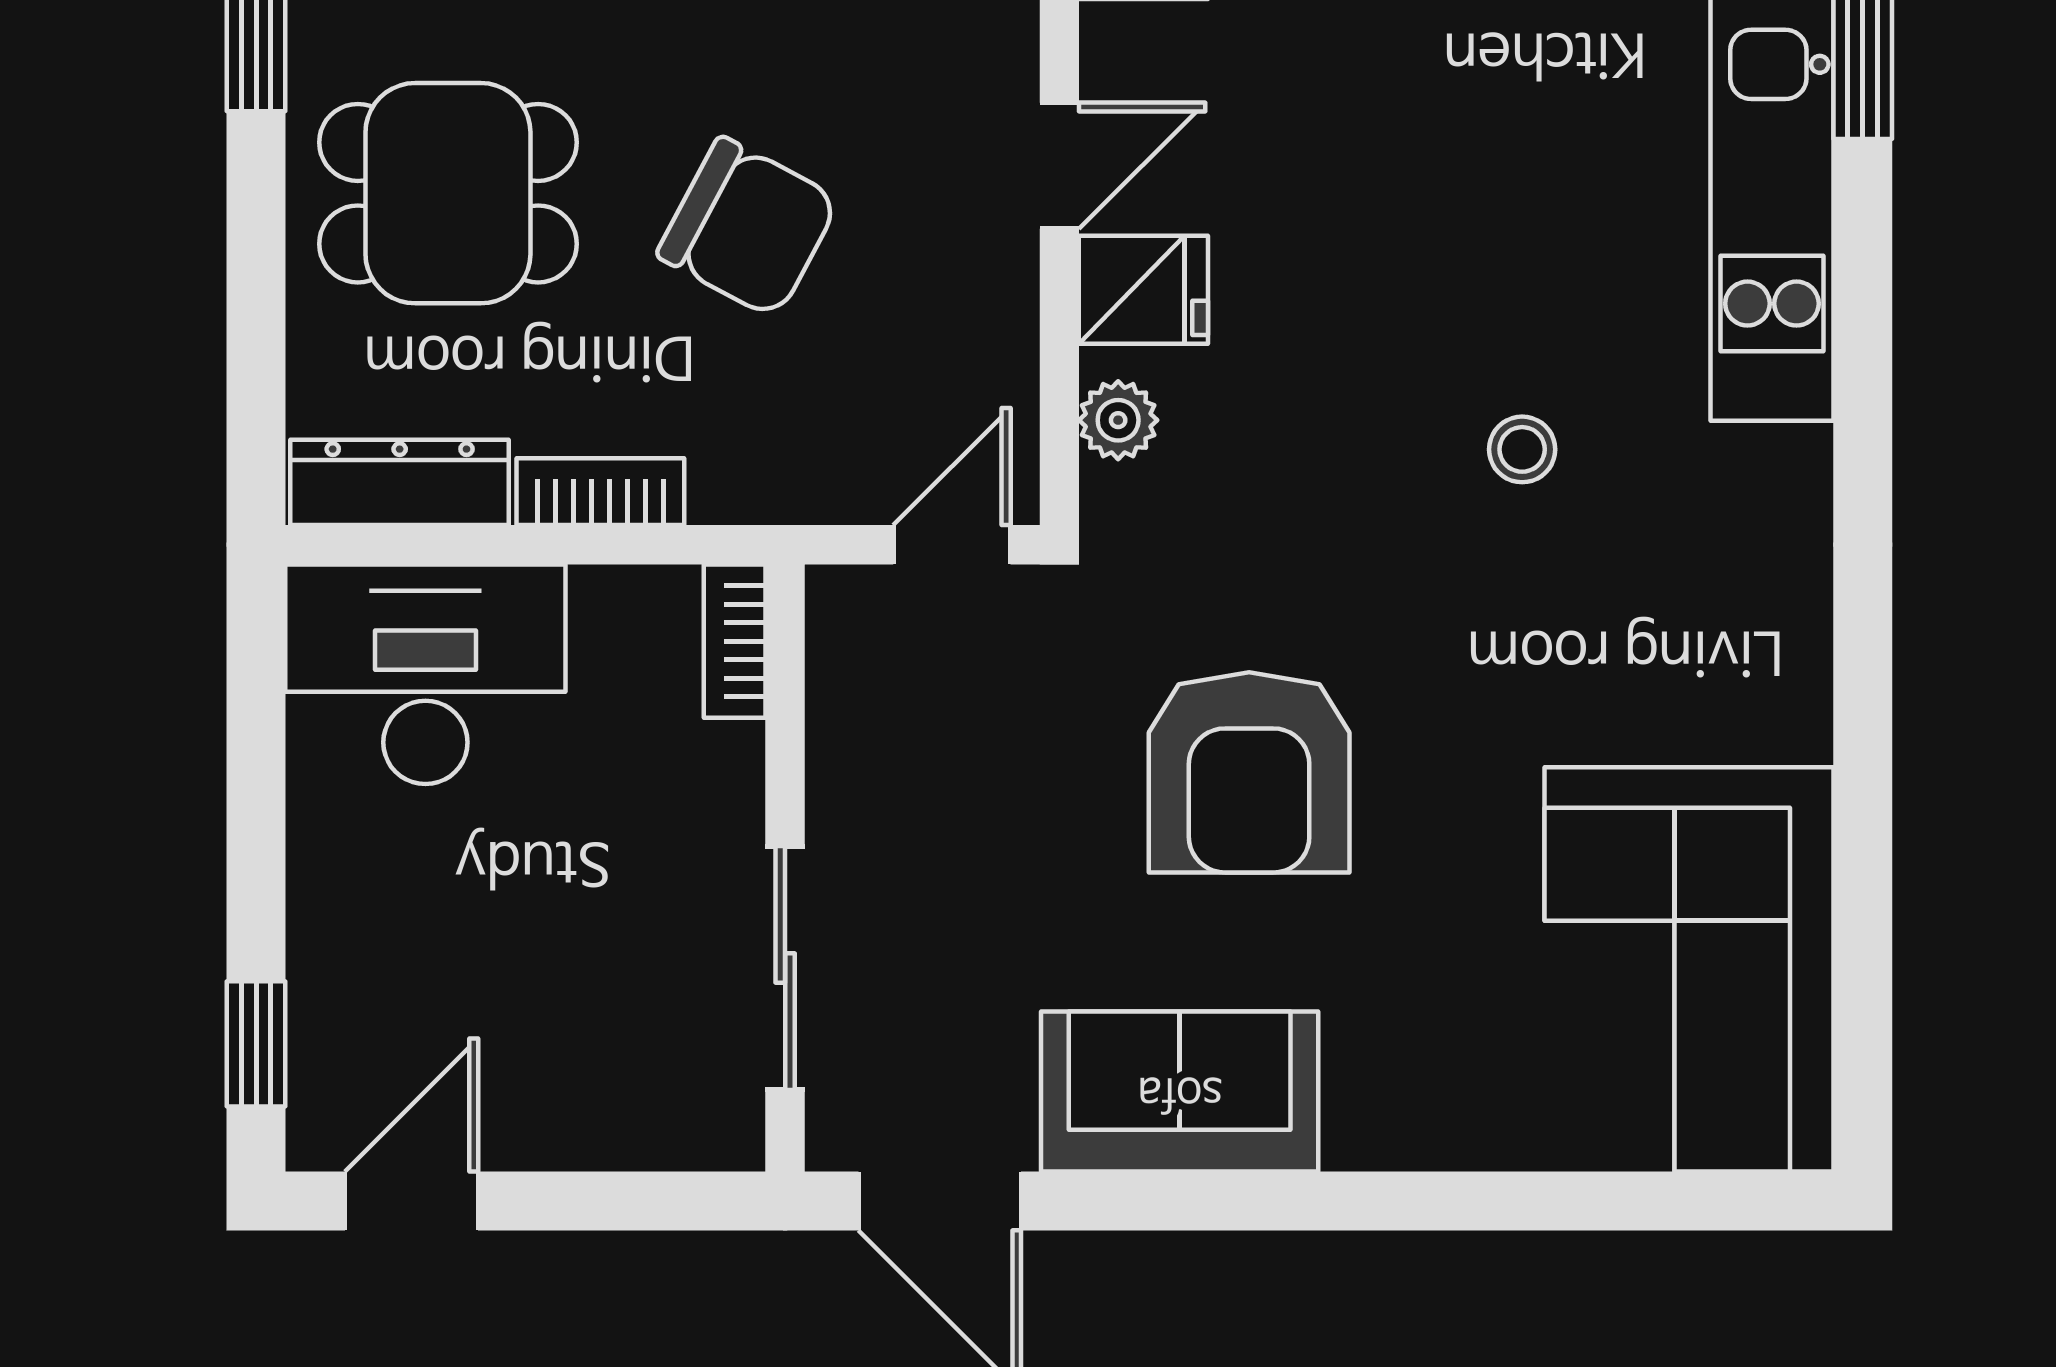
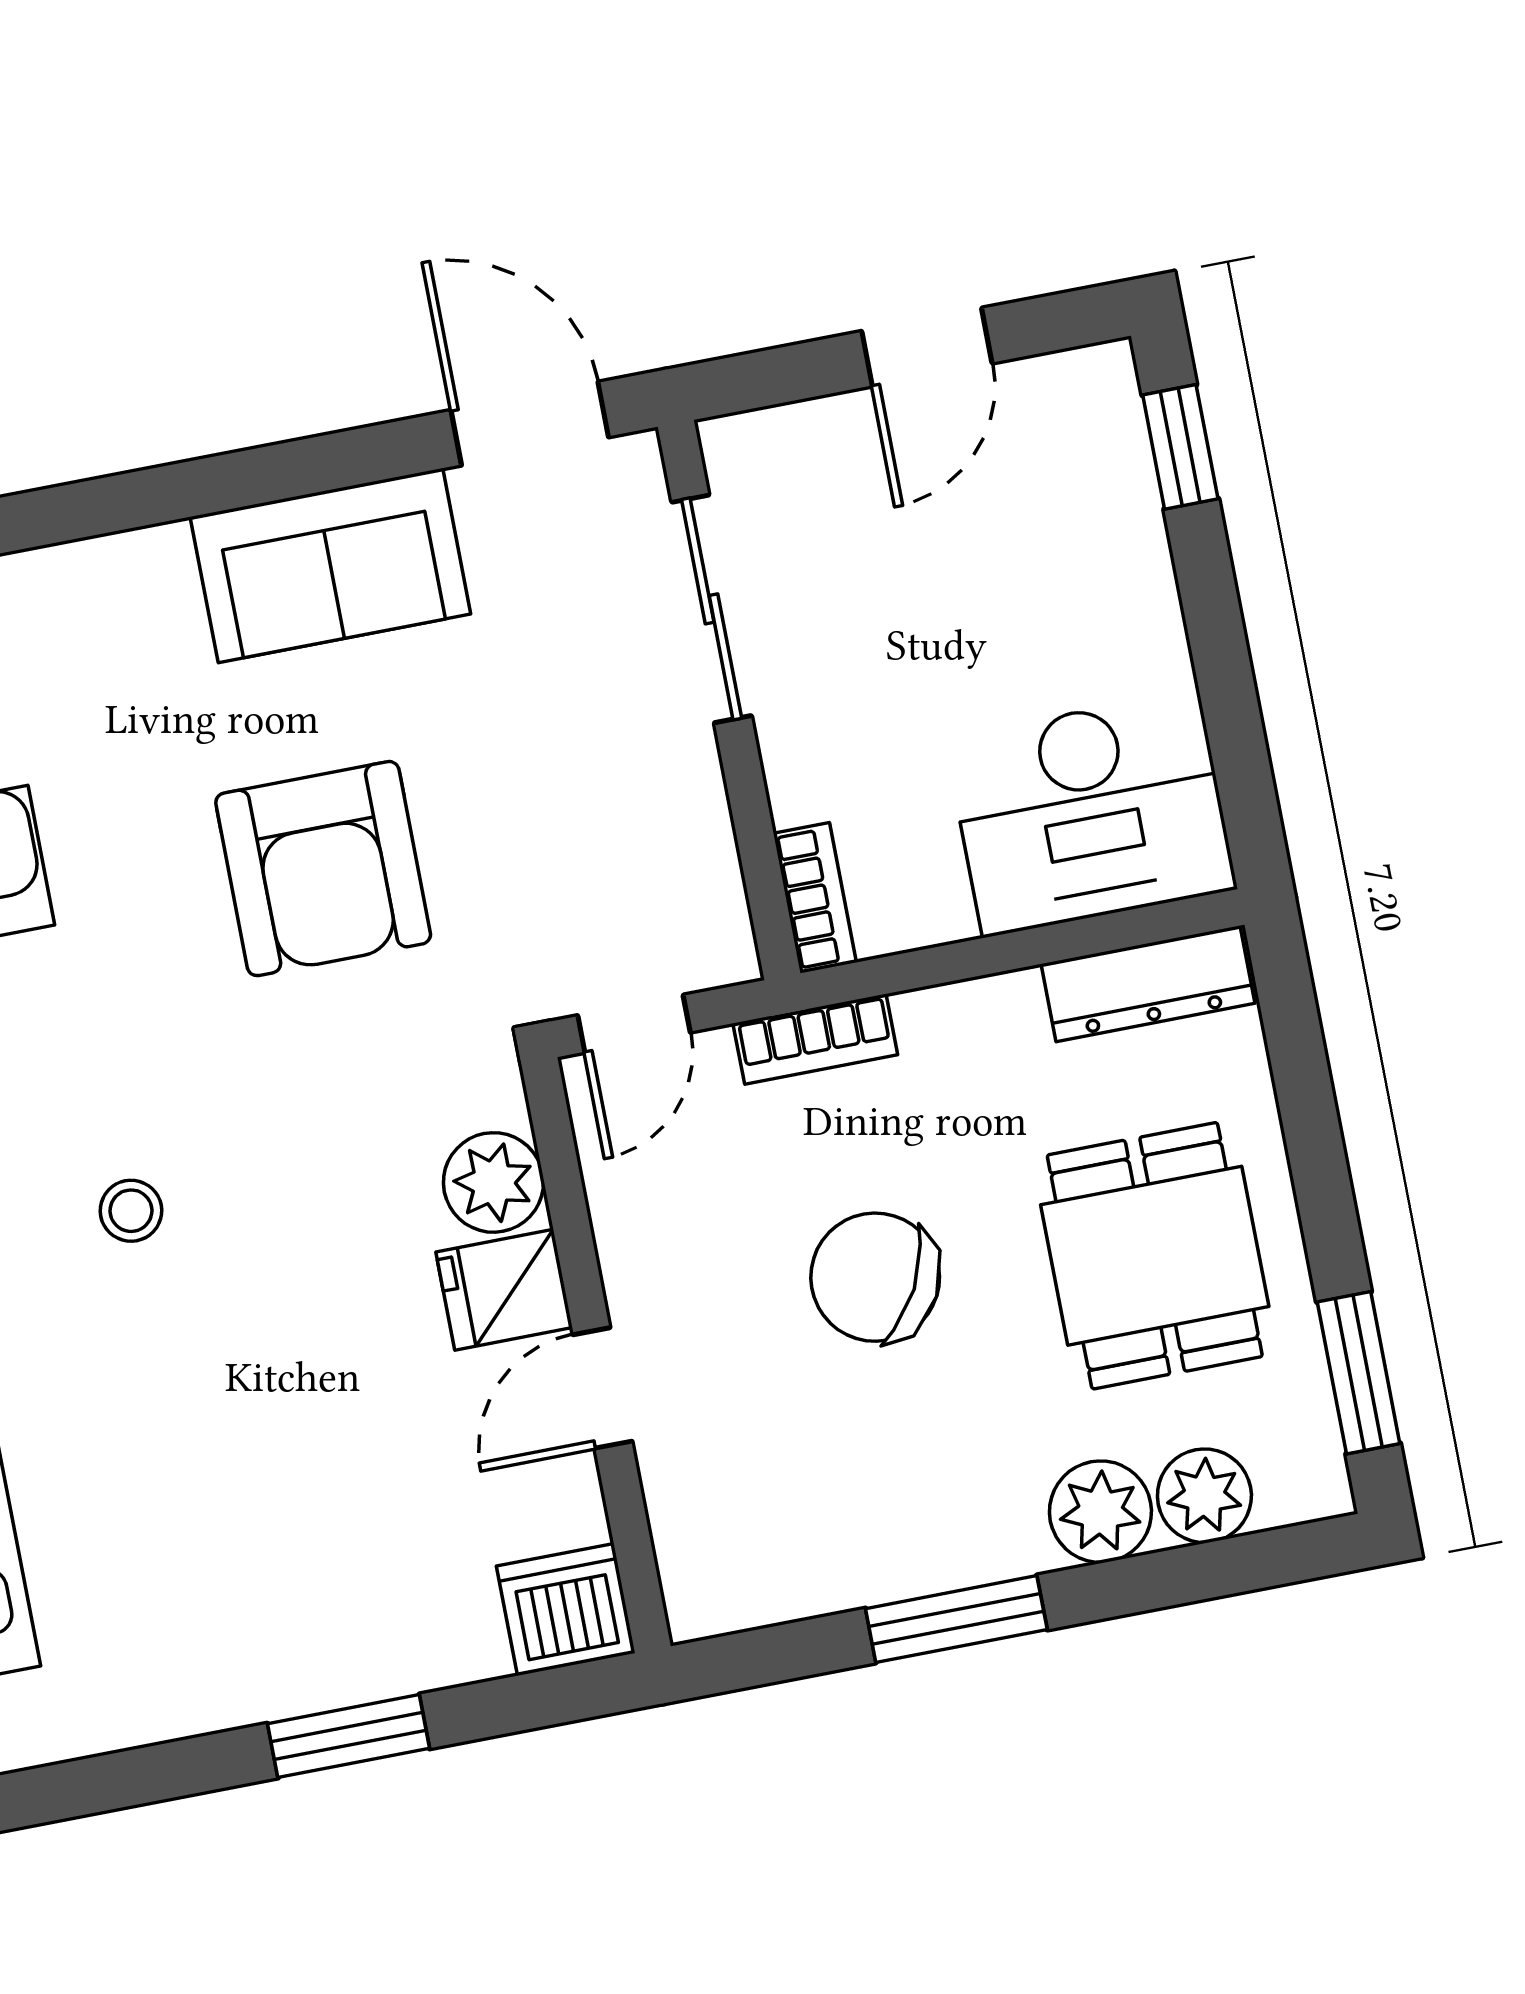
dining table: (448, 193) -> (1155, 1256), turned 90
plant: (1118, 420) -> (493, 1182), width x1.38, depth x1.38
bookcase: (600, 492) -> (815, 1039), moved
armchair: (1249, 772) -> (323, 869), turned 180
door: (412, 1201) -> (927, 347), moved

